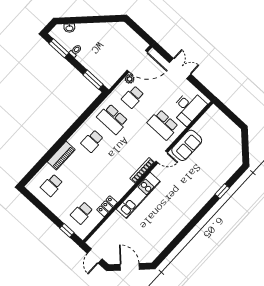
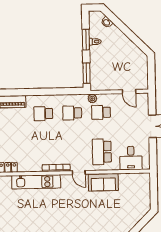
window: (59, 48) -> (86, 40), moved
door: (137, 61) -> (129, 92), width x0.53
plant: (130, 79) -> (92, 98), moved
desk: (188, 107) -> (131, 158), width x0.73
school desk: (113, 119) -> (72, 113), width x0.54

